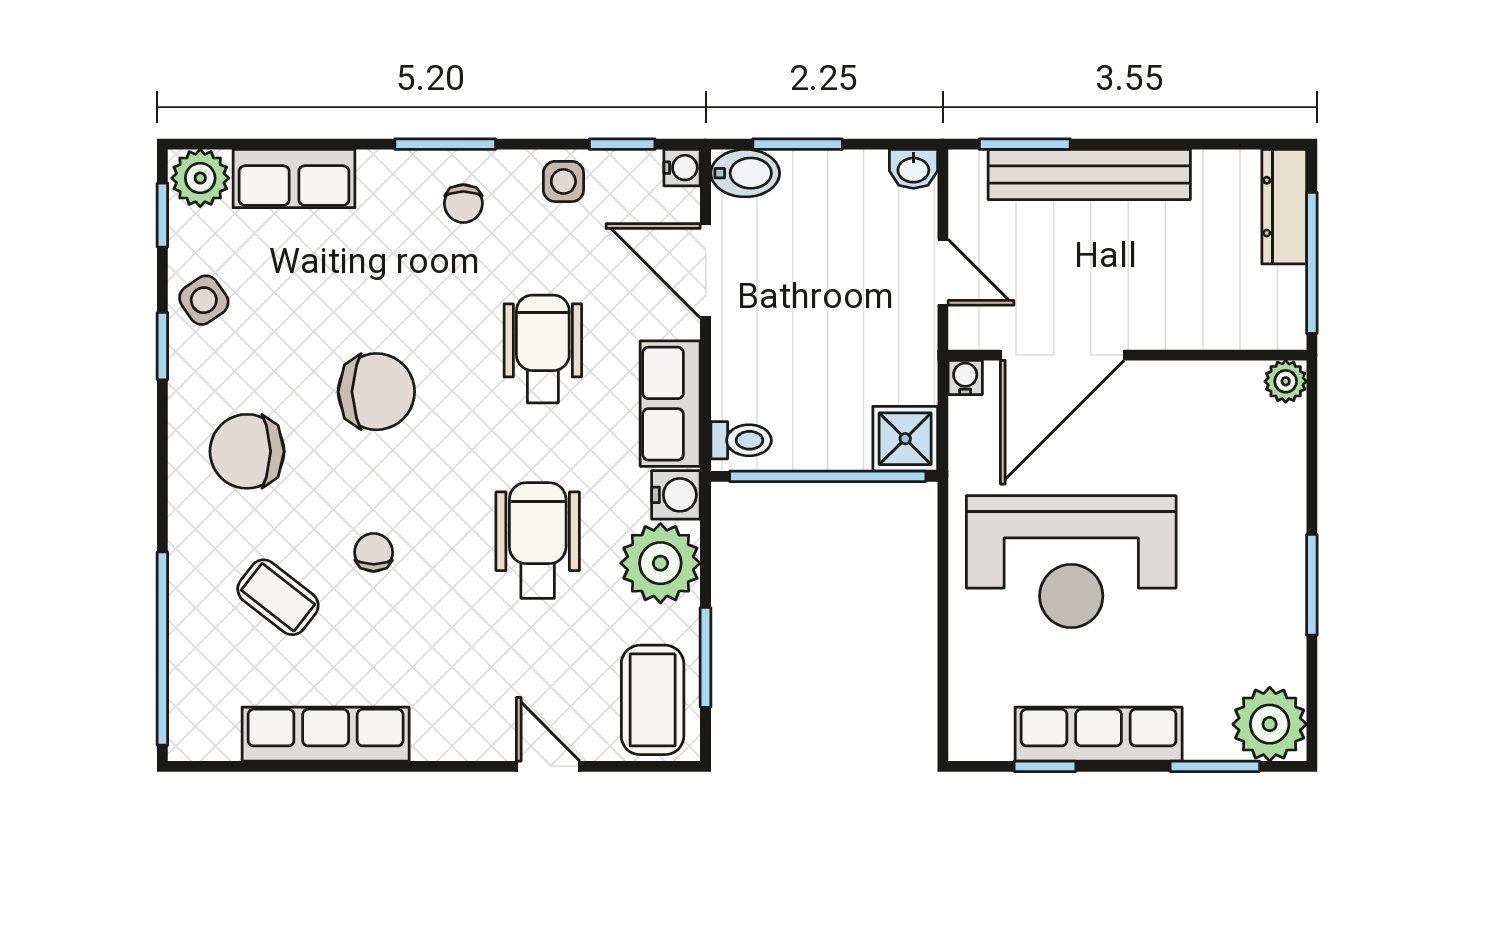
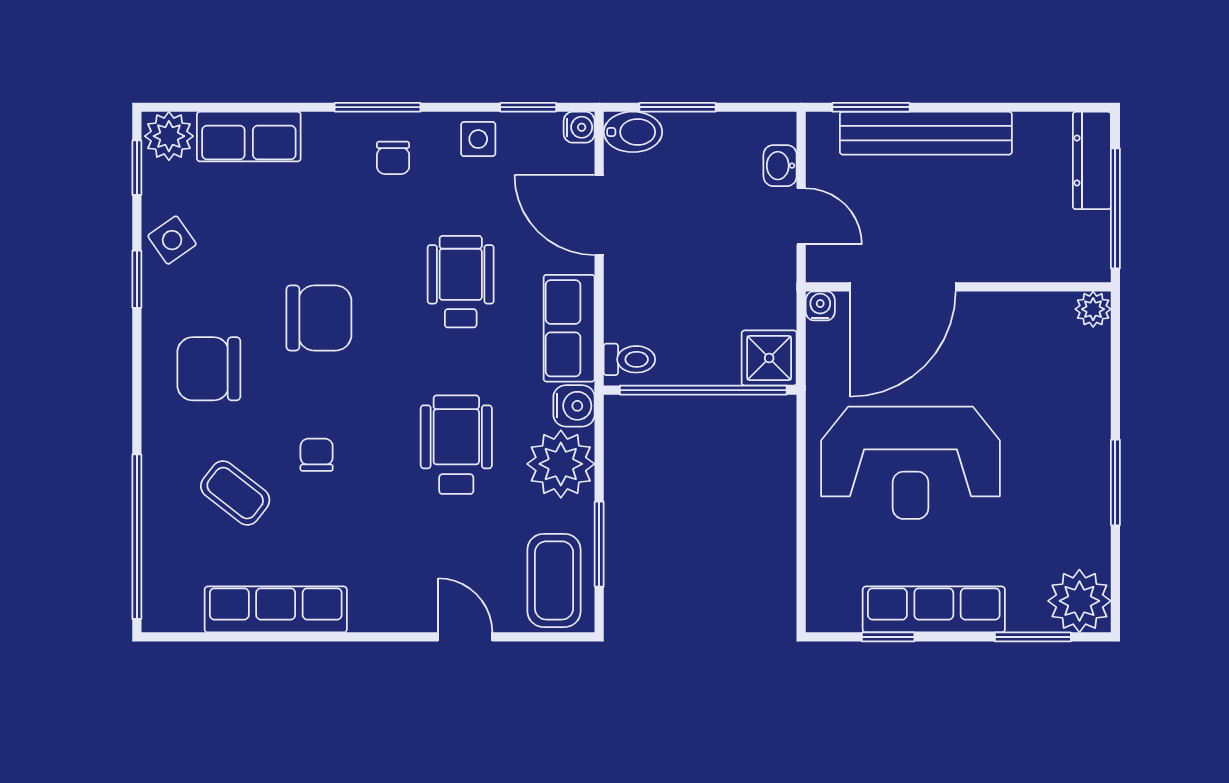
washbasin: (913, 169) -> (780, 166), moved, turned 90

